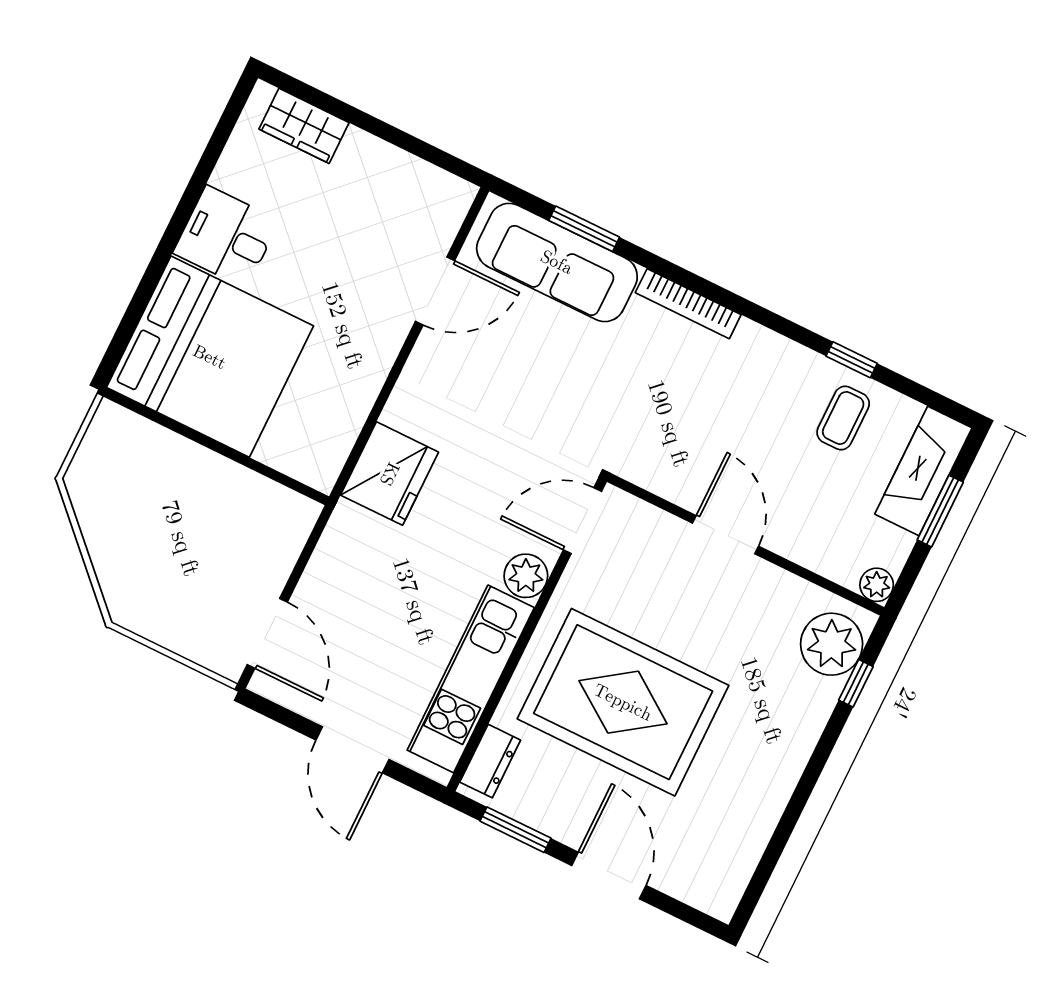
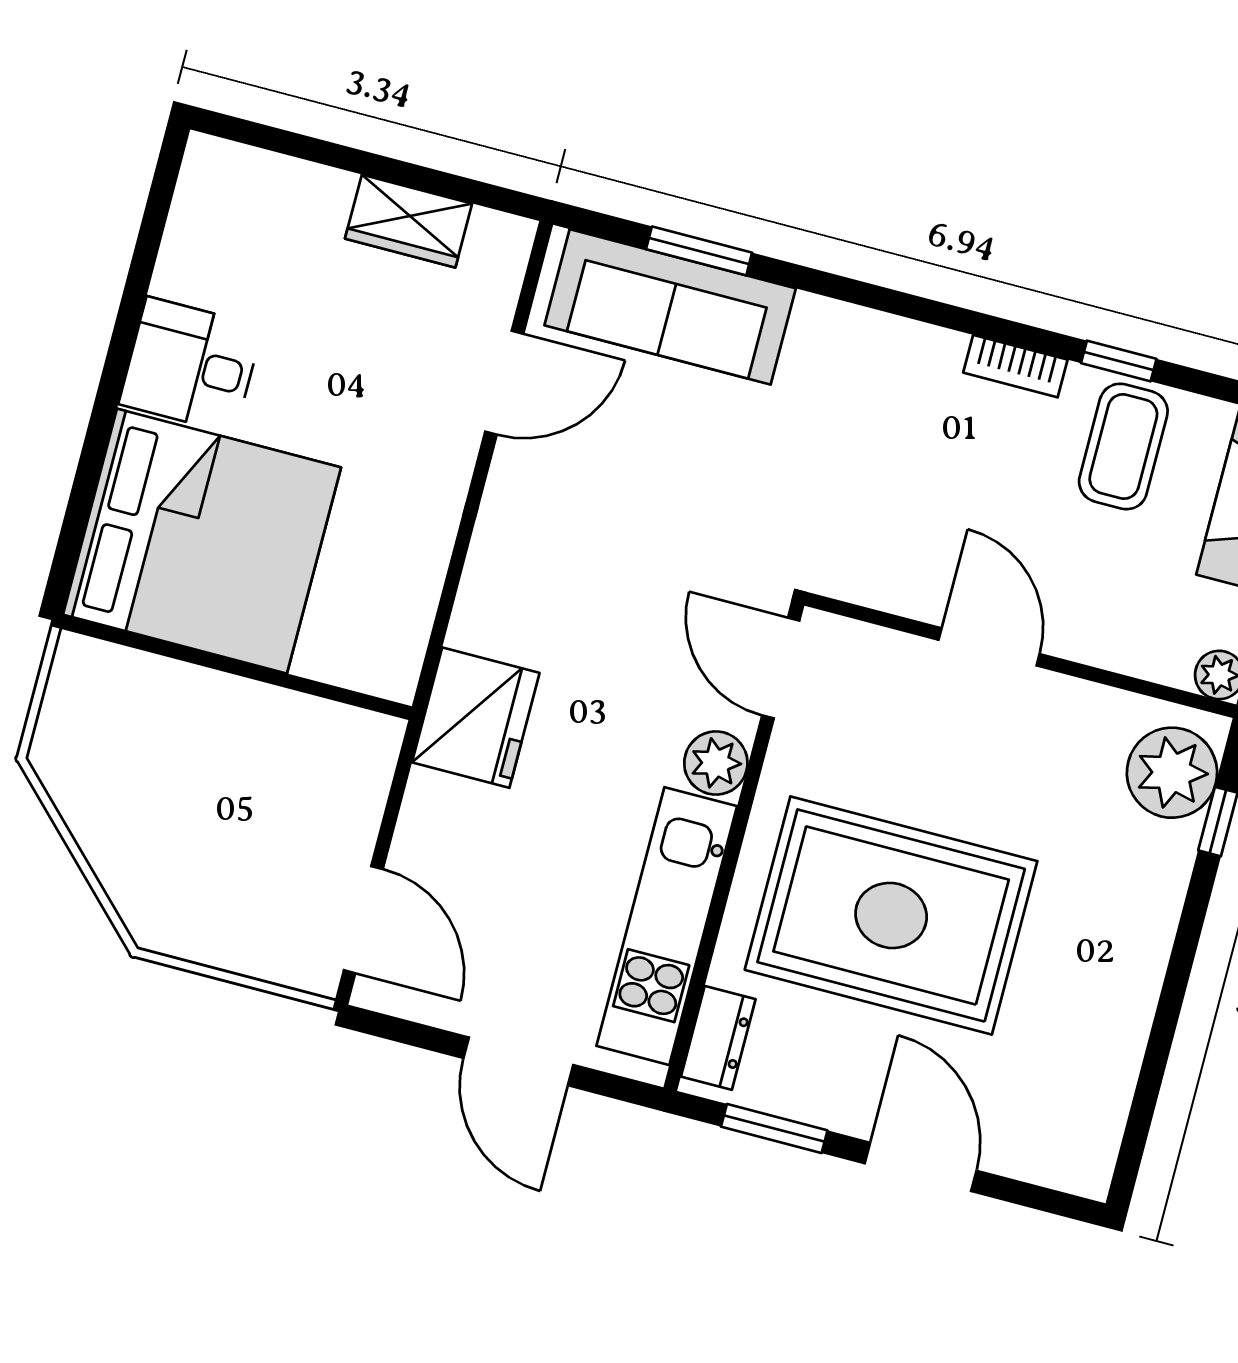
wardrobe: (304, 126) -> (409, 221), moved
bookcase: (688, 304) -> (1015, 366), moved, width x0.64
coffee table: (843, 418) -> (1123, 446), width x1.36, depth x1.30
fridge: (390, 474) -> (476, 718), moved
door: (582, 521) -> (781, 668), hinge flipped

